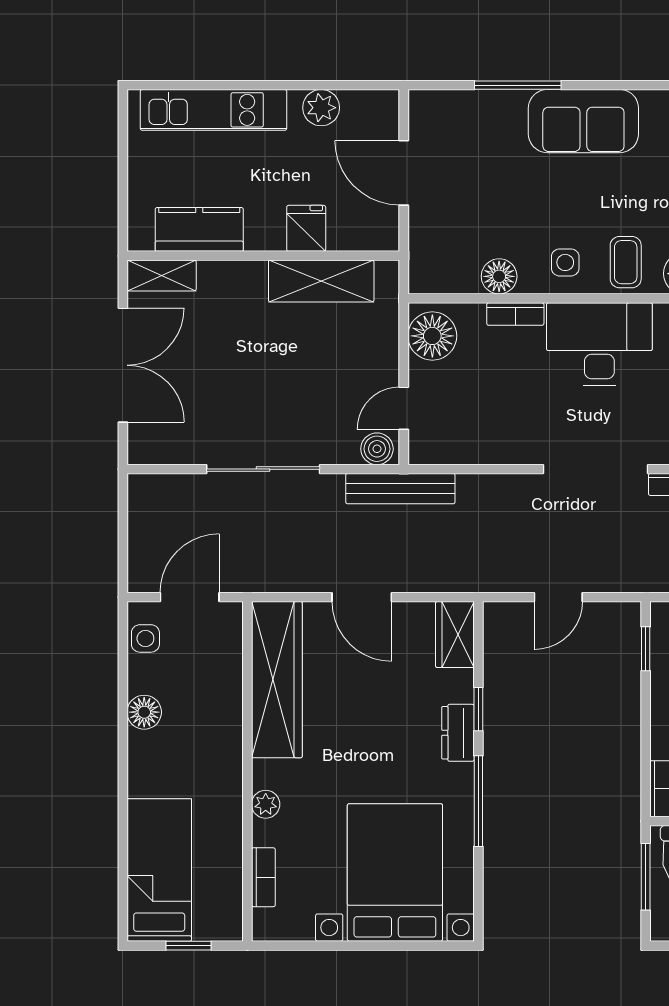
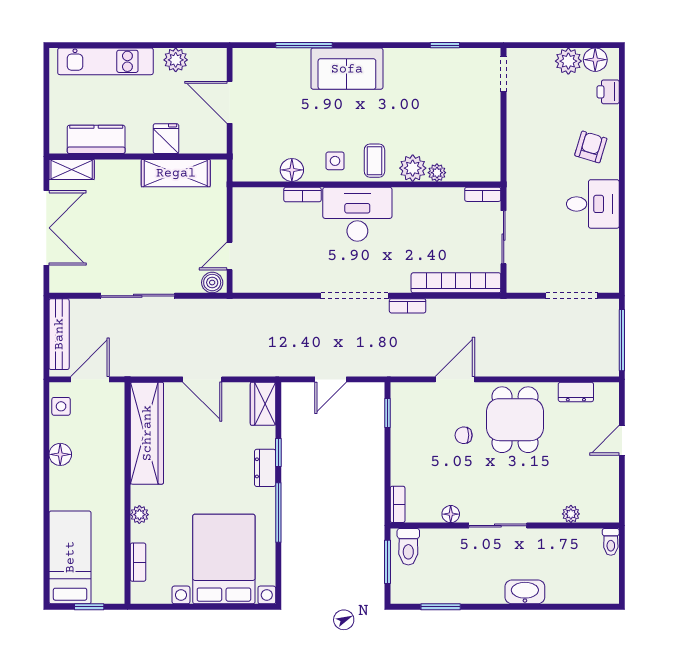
floor lamp: (432, 336) -> (248, 209), removed
bench: (400, 489) -> (59, 334), moved, turned 90

